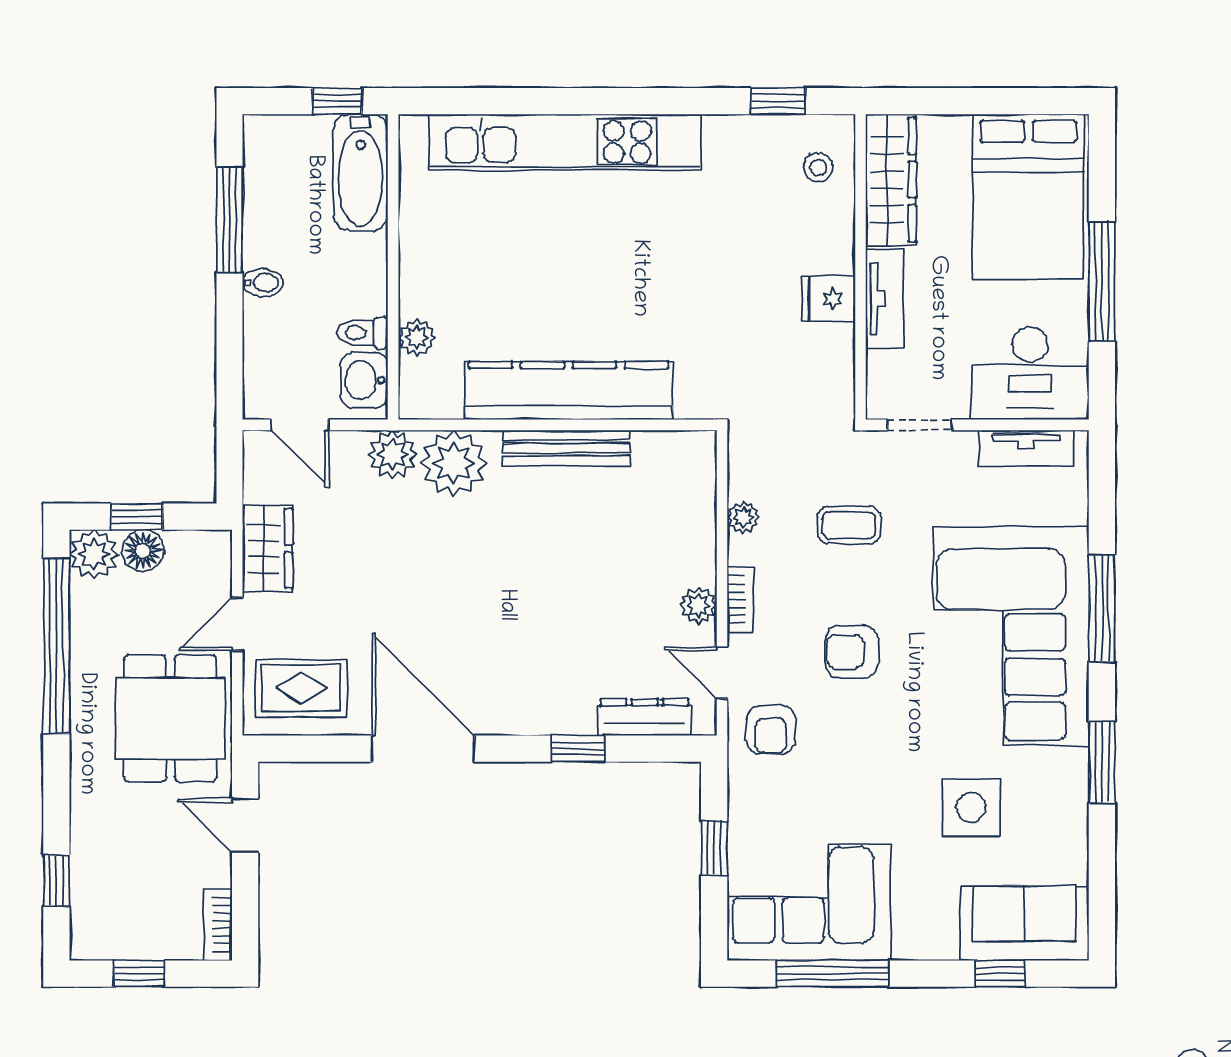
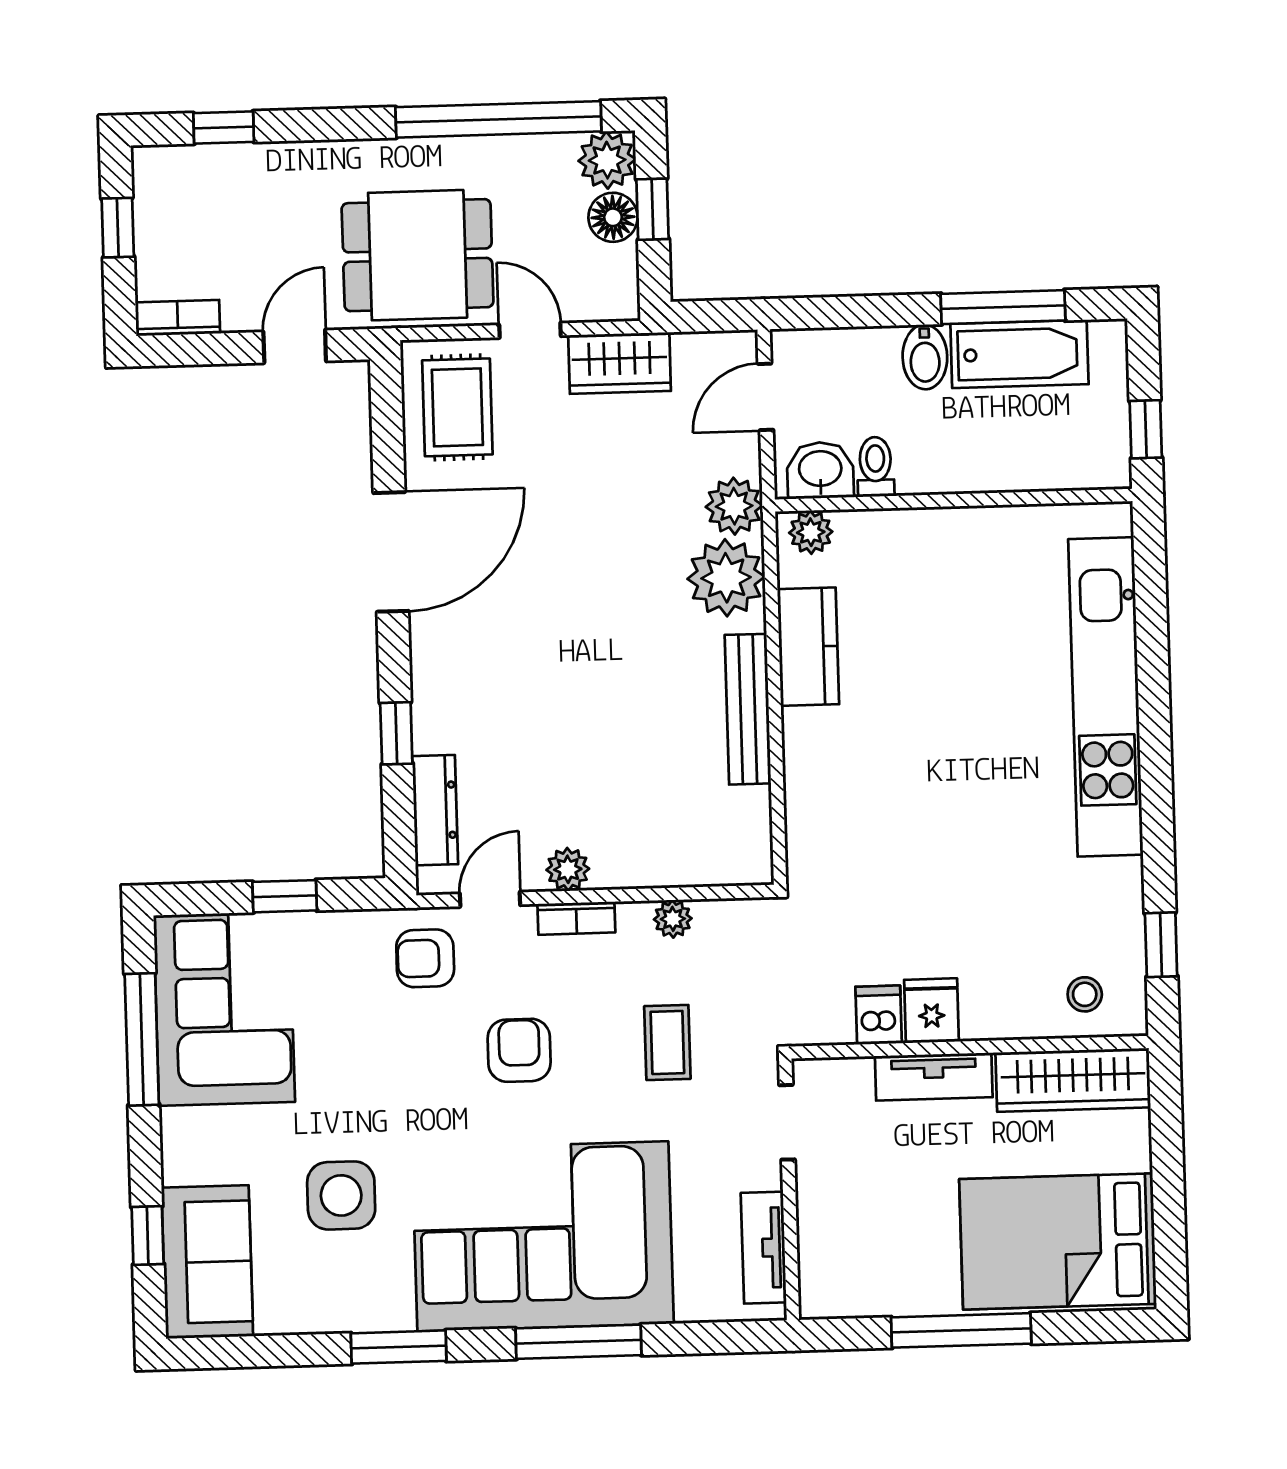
bathtub: (360, 172) -> (1019, 354), moved, turned 180
bidet: (263, 283) -> (925, 357), width x1.38, depth x1.36
plant: (417, 338) -> (811, 532), moved
dishwasher: (831, 344) -> (879, 1015), added
desk: (1030, 373) -> (851, 1249), removed
kitchen counter: (568, 391) -> (808, 647), width x0.48, depth x0.86

